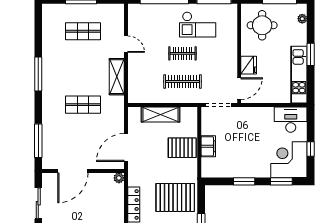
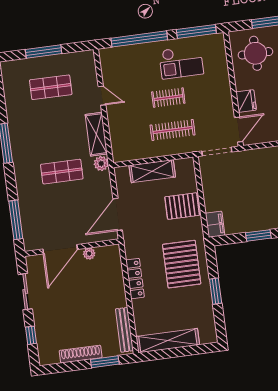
plant: (118, 102) -> (101, 163), added
filing cabinet: (208, 146) -> (215, 224), moved
plant: (119, 178) -> (89, 254), moved
pallet: (175, 197) -> (182, 264), turned 90

